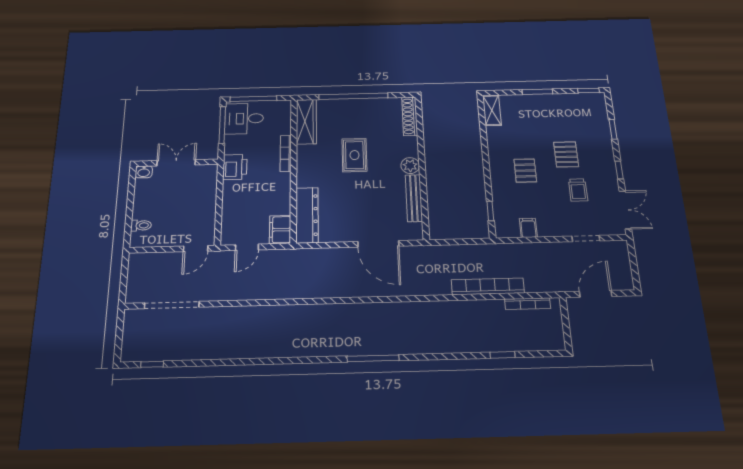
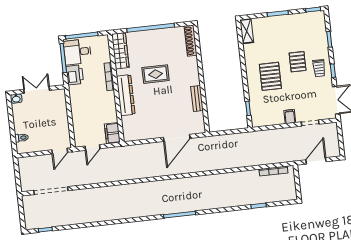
rug: (354, 155) -> (156, 74), turned 90
plant: (410, 166) -> (193, 79), removed
printer: (235, 167) -> (75, 75), moved
pallet: (525, 171) -> (270, 76), width x1.50, depth x1.42
trolley: (578, 190) -> (319, 68), moved
bench: (414, 198) -> (197, 98), width x0.73
dresser: (307, 215) -> (126, 95), moved
filing cabinet: (528, 228) -> (290, 117), moved
door: (378, 244) -> (177, 138), hinge flipped
bookcase: (488, 286) -> (248, 161), removed

